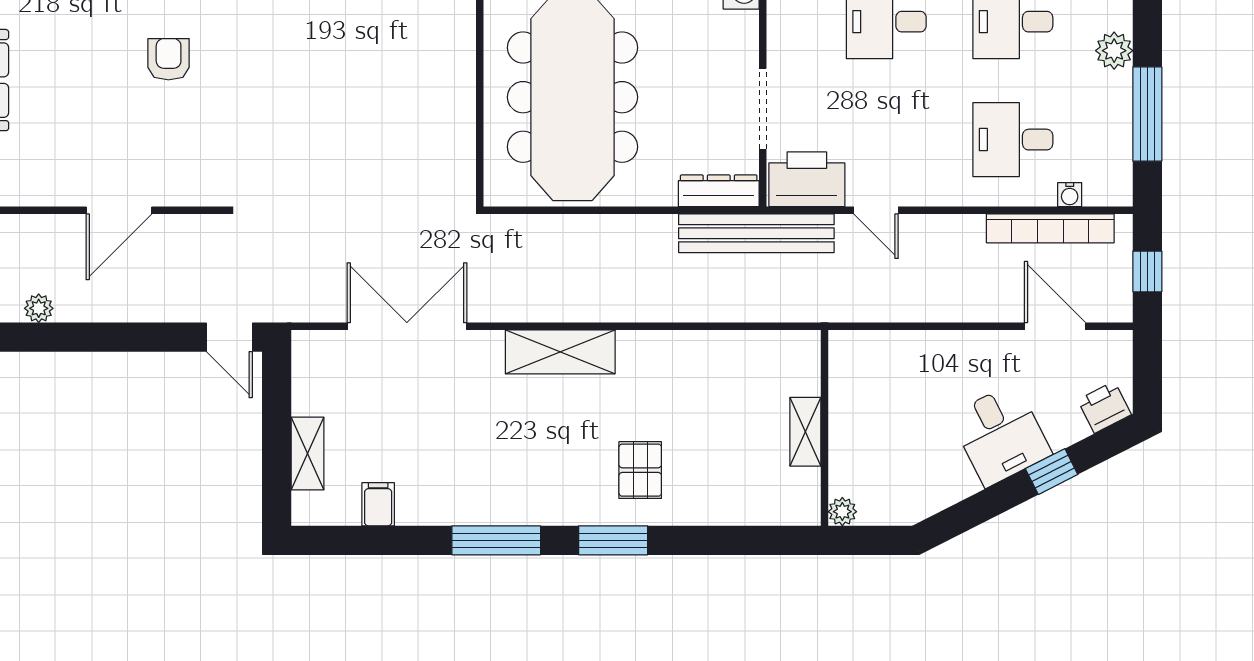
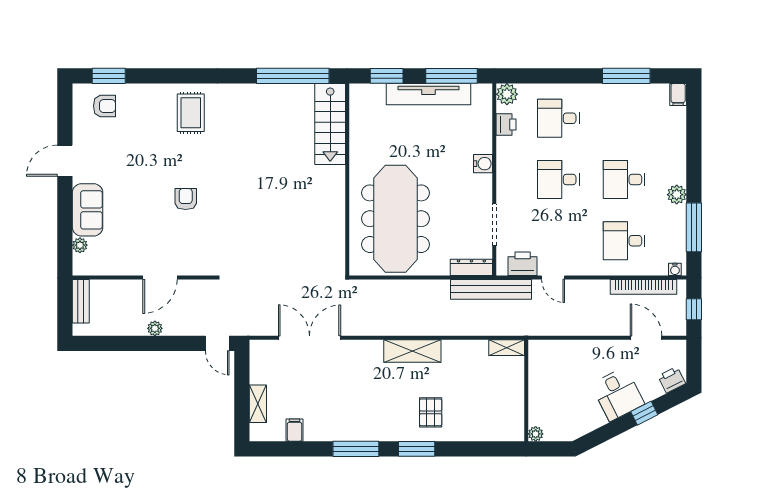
printer: (807, 179) -> (523, 264), width x0.73, depth x0.84
water cooler: (1070, 195) -> (675, 269), moved
plant: (39, 308) -> (155, 328), moved
shelving: (560, 352) -> (412, 351), moved
shelving: (805, 432) -> (507, 348), moved, turned 90

